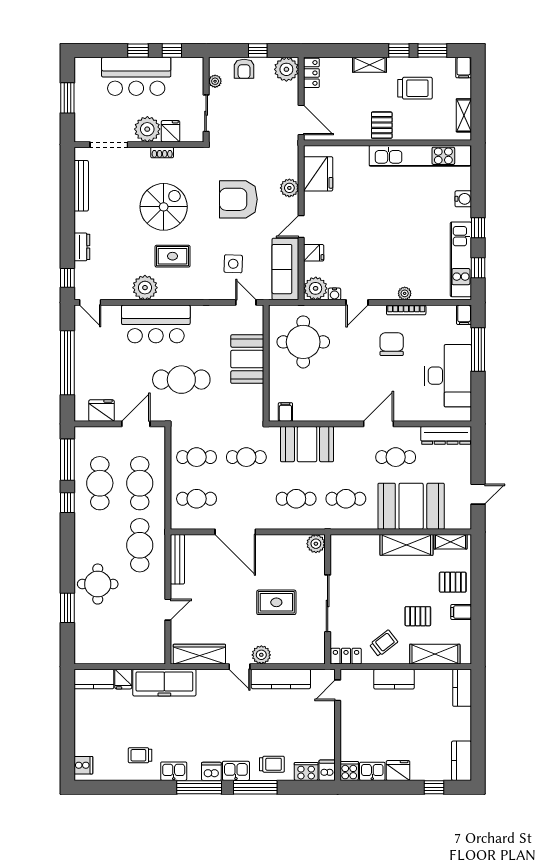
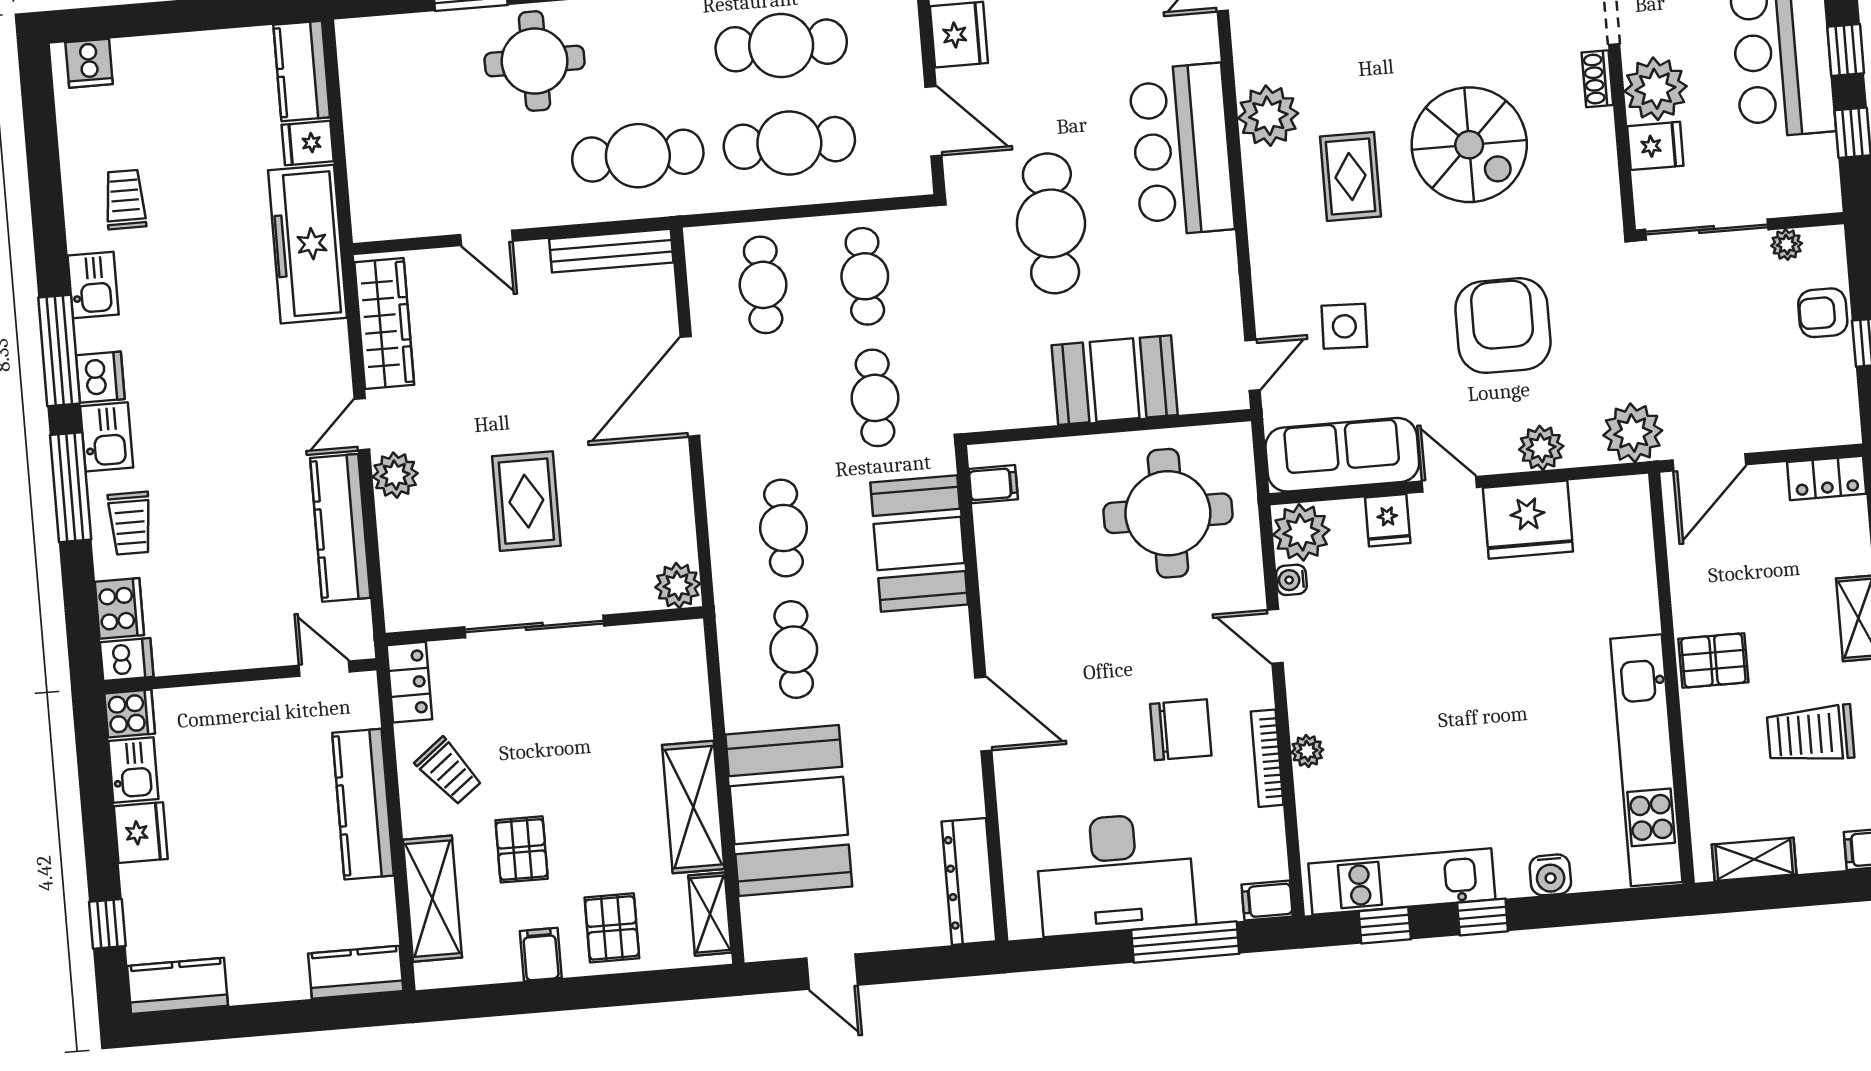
plant: (286, 69) -> (1633, 433), moved
trolley: (415, 88) -> (1811, 734), turned 90
sliding door: (206, 113) -> (1707, 230), width x1.37
shoe rack: (162, 152) -> (1597, 79), moved
fridge: (318, 174) -> (1528, 520), moved
cafe table: (396, 457) -> (906, 763), removed
kitchen counter: (394, 679) -> (363, 804), width x1.50

